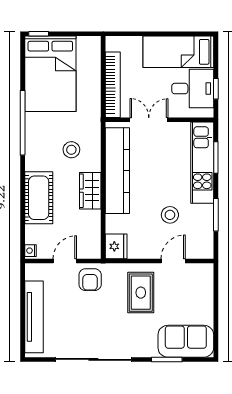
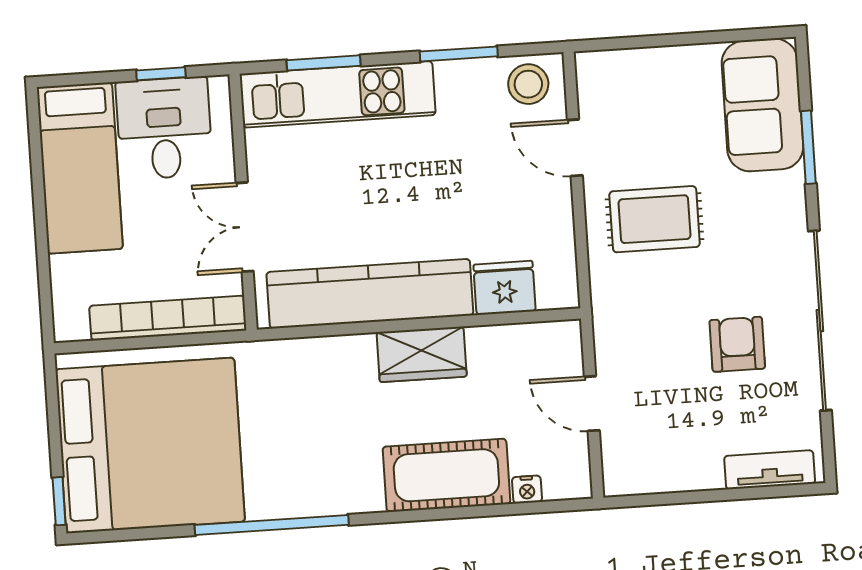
bed: (50, 74) -> (150, 445), width x1.36
stool: (71, 150) -> (328, 406), removed
stool: (170, 215) -> (528, 84), moved
fridge: (116, 246) -> (505, 288), moved
nightstand: (30, 251) -> (527, 489), moved
armchair: (90, 280) -> (737, 344), moved, turned -90
tv unit: (34, 317) -> (770, 470), width x0.52, depth x0.78

